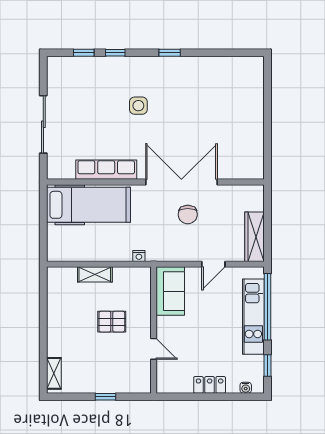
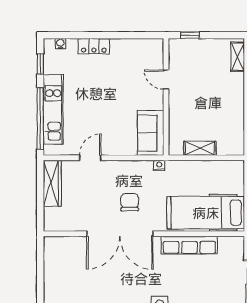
chair: (188, 215) -> (130, 202), moved
sofa: (170, 291) -> (151, 133), moved
pallet: (112, 322) -> (184, 105), removed
wall: (154, 330) -> (166, 97), moved
door: (154, 349) -> (166, 80), moved

